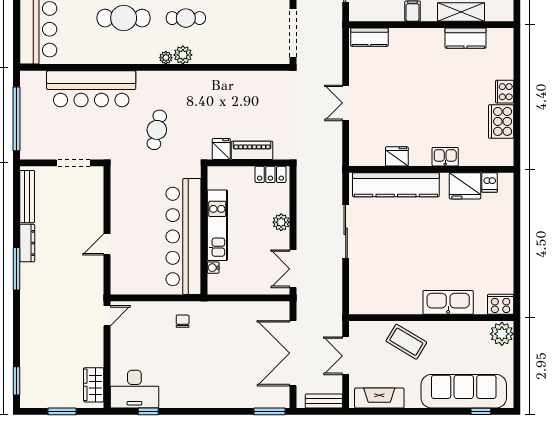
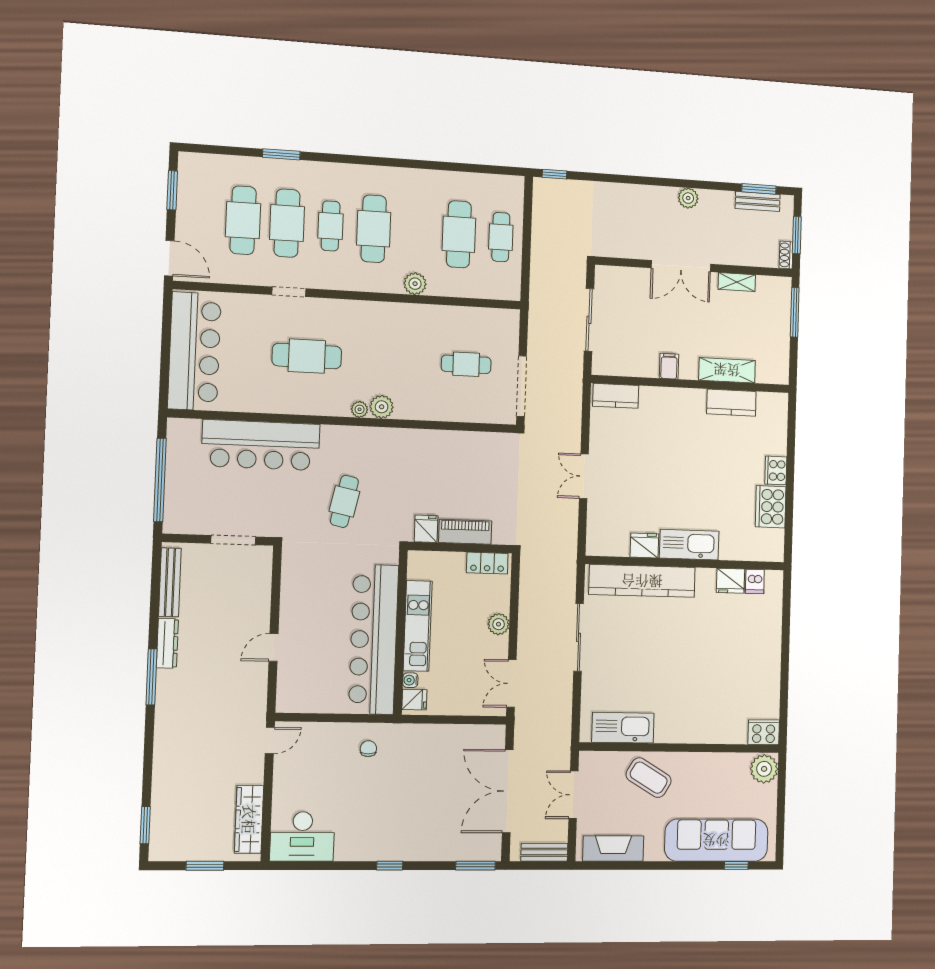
cafe table: (186, 18) -> (466, 364), moved
kitchen sink: (445, 157) -> (689, 545), width x1.88, depth x1.24
fridge: (465, 186) -> (731, 581), width x0.73, depth x0.75
fridge: (217, 283) -> (414, 700), added
kitchen sink: (448, 302) -> (623, 728), moved
wardrobe: (94, 385) -> (249, 819), width x1.50
window: (148, 411) -> (390, 866), moved

